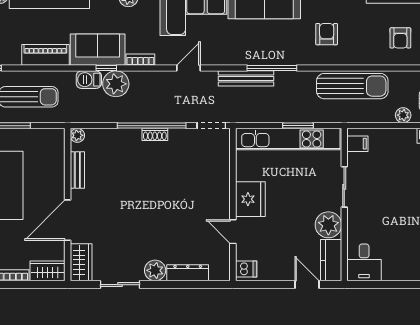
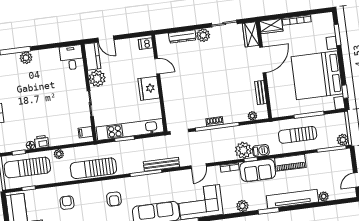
plant: (77, 135) -> (252, 116), moved

